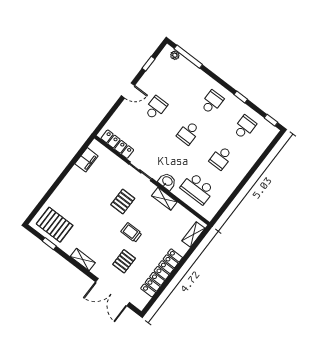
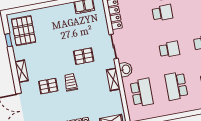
school desk: (188, 133) -> (169, 49), turned 180
school desk: (221, 158) -> (176, 86), width x1.85
school desk: (197, 189) -> (142, 93), turned 180
pallet: (124, 261) -> (48, 86), moved

